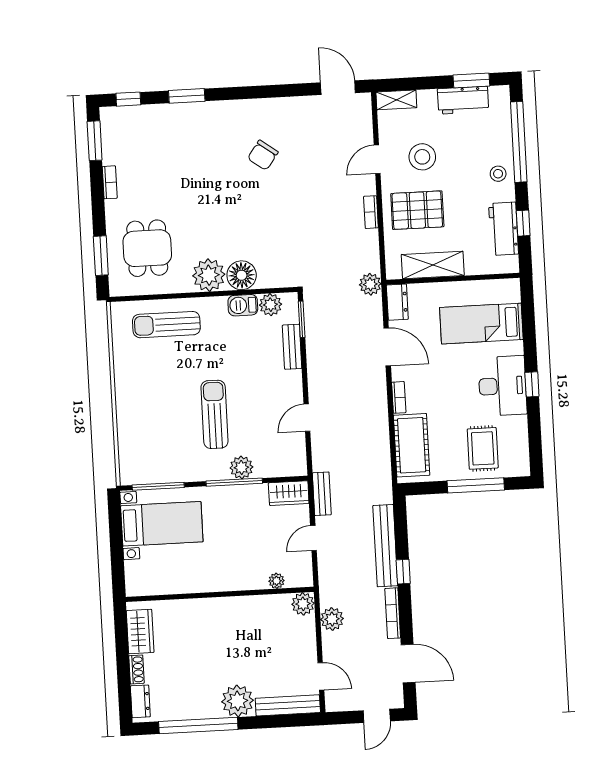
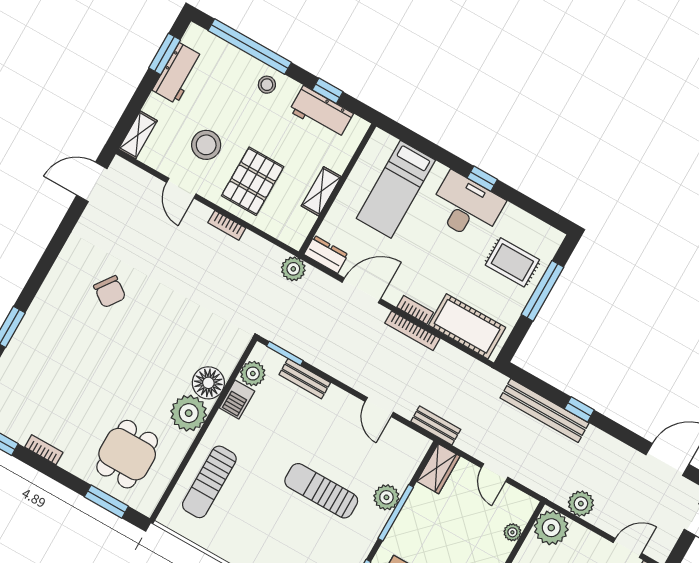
dining table: (147, 248) -> (127, 454), turned 90
shelving: (433, 265) -> (321, 191), width x0.67, depth x0.75
bench: (322, 494) -> (436, 425), moved
plant: (303, 604) -> (551, 528), width x1.36, depth x1.36
bookcase: (393, 613) -> (412, 331), moved

